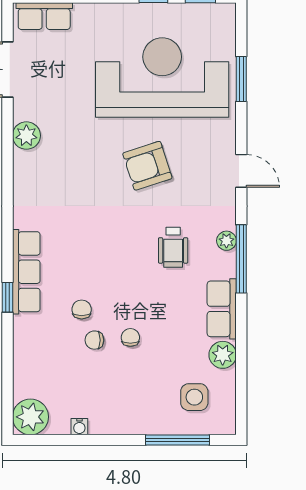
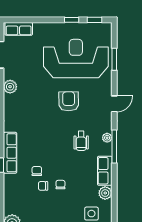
armchair: (147, 166) -> (69, 101), turned 107
door: (241, 171) -> (114, 104), hinge flipped

